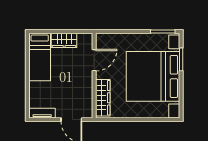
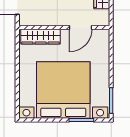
door: (94, 60) -> (81, 27), hinge flipped

